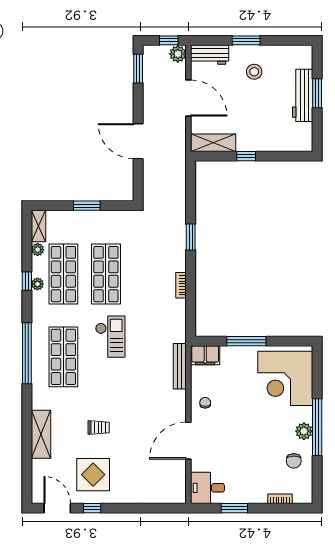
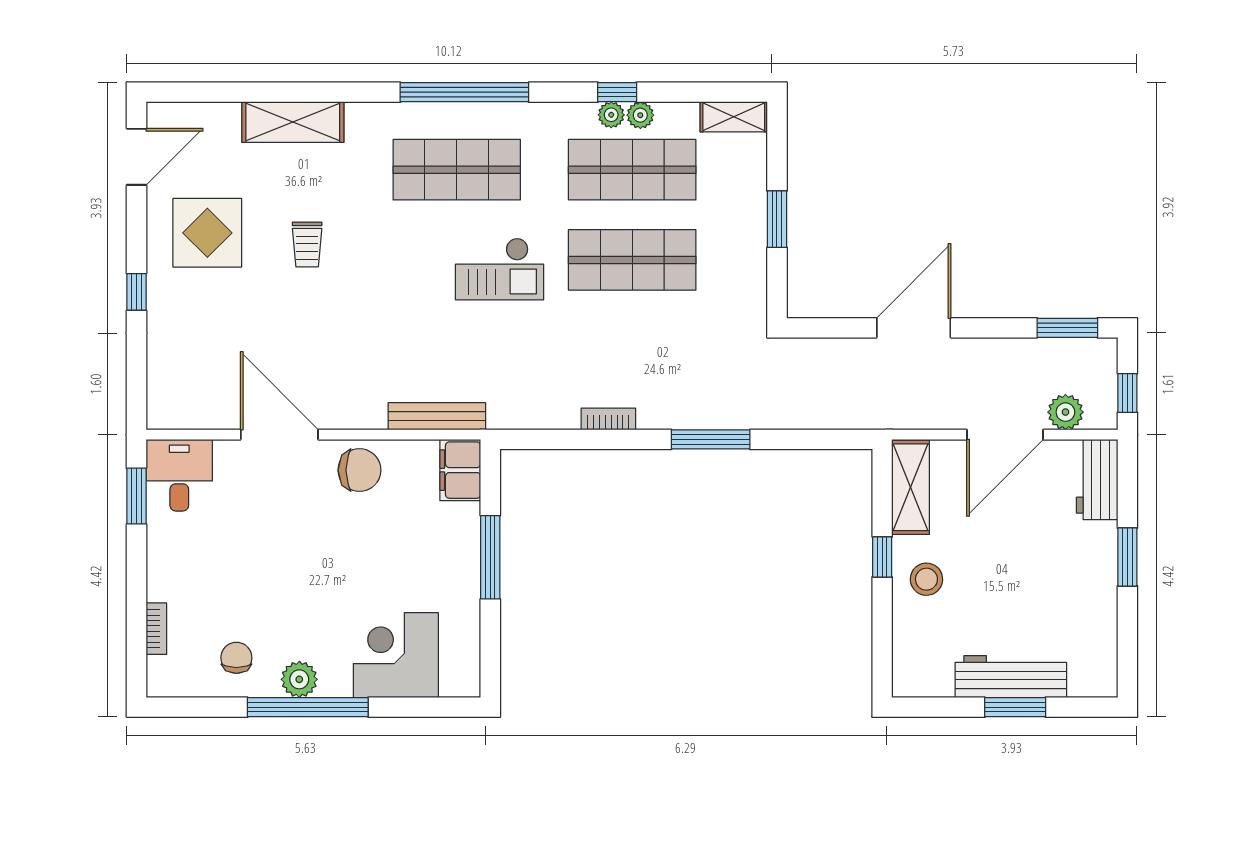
plant: (178, 54) -> (1065, 412), moved
stool: (254, 72) -> (926, 579), moved
window: (191, 237) -> (711, 439), width x1.44
plant: (38, 250) -> (640, 115), moved
corner desk: (285, 378) -> (396, 655), width x0.74, depth x0.74
chair: (205, 403) -> (360, 470), width x1.87, depth x1.87
chair: (294, 461) -> (236, 658), turned 90
window: (92, 508) -> (137, 292), moved
window: (234, 508) -> (137, 496), moved

